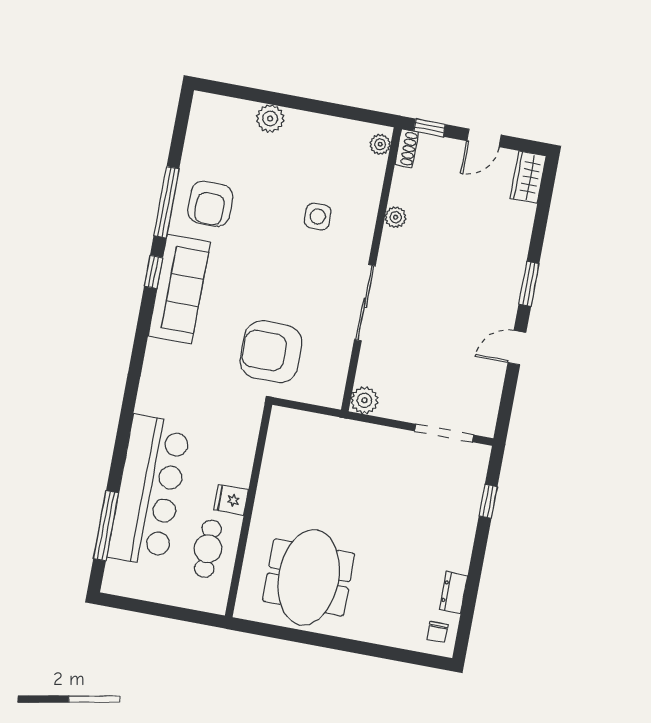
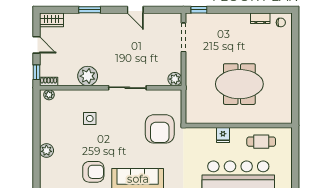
plant: (396, 217) -> (88, 76), width x1.88, depth x1.88
window: (529, 284) -> (90, 10), moved
fridge: (231, 500) -> (223, 135), moved
window: (488, 501) -> (199, 10), moved
meeting table: (309, 577) -> (239, 84), moved

